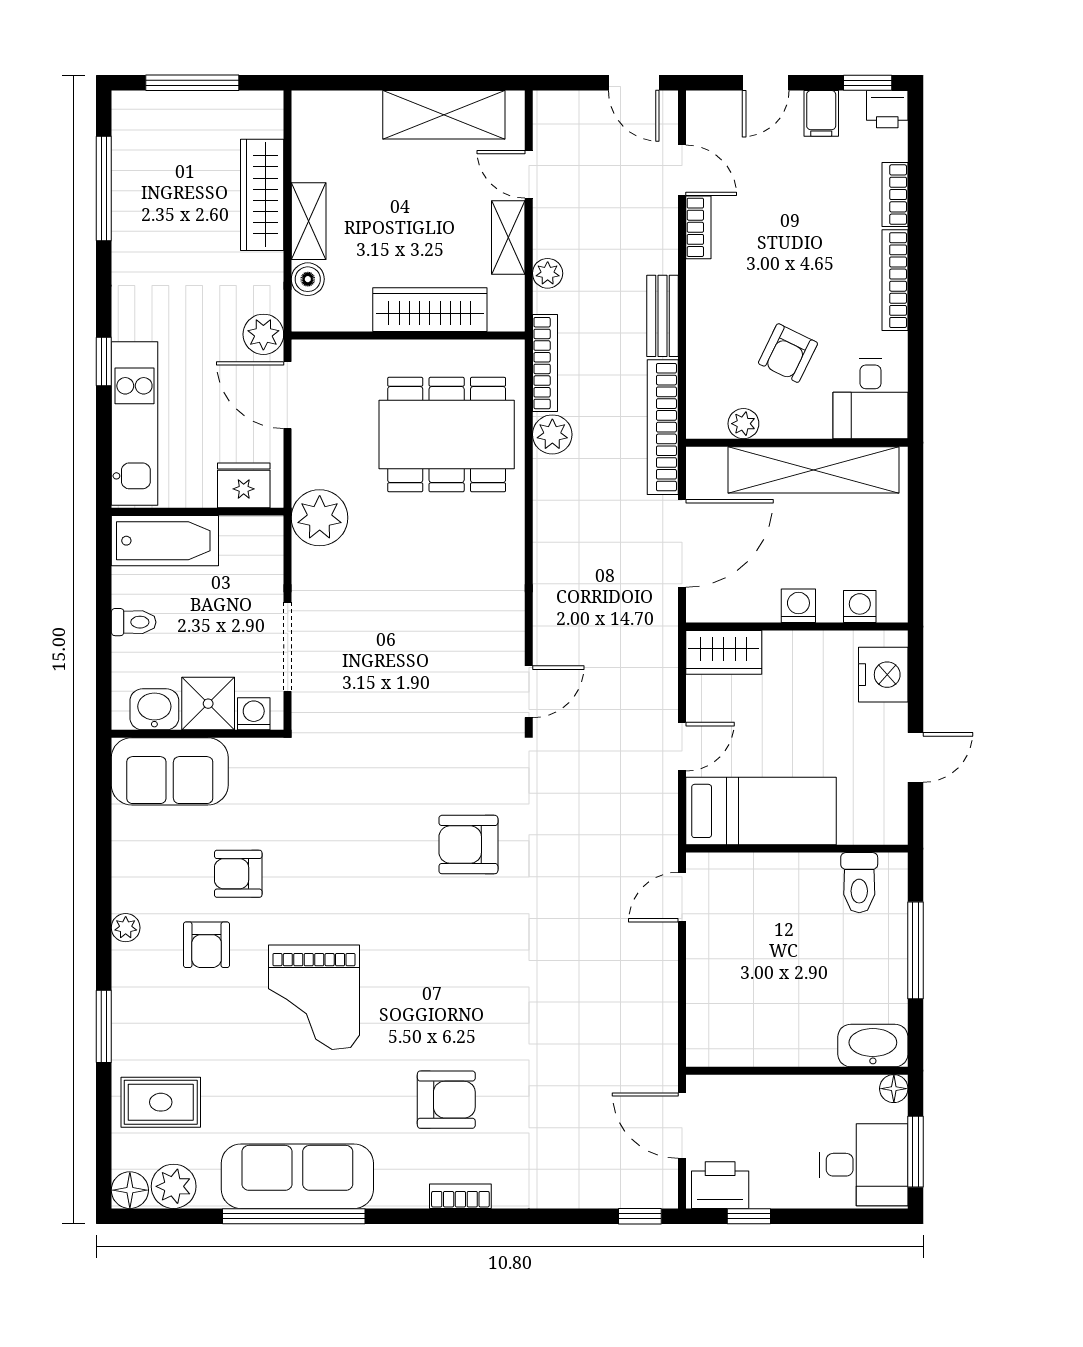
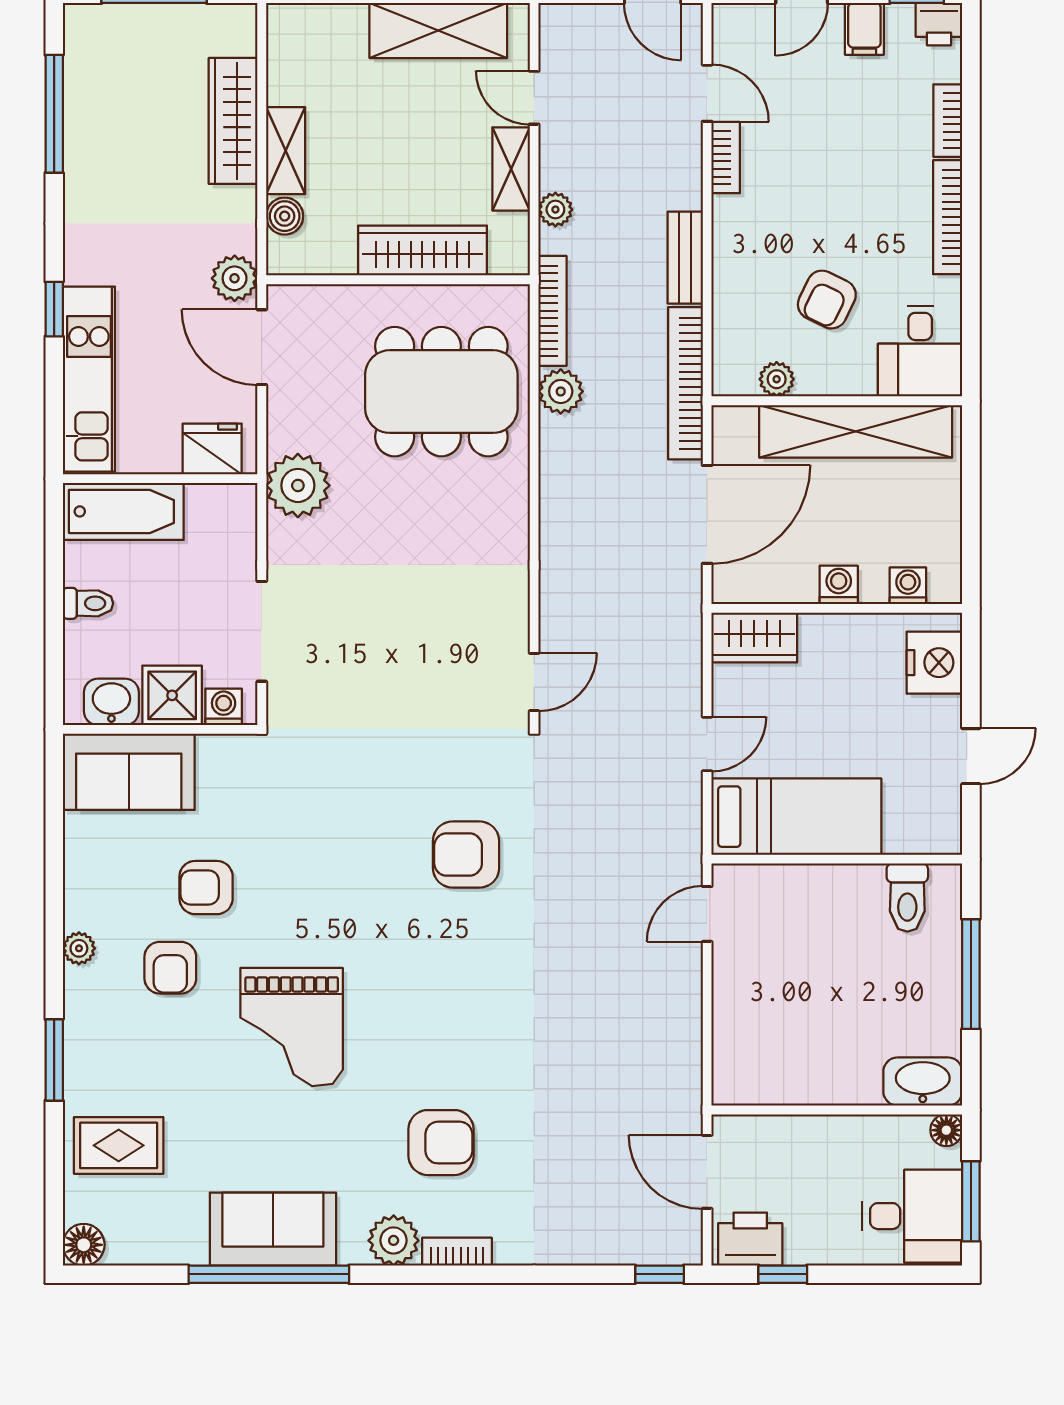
sofa: (297, 1176) -> (273, 1229), width x0.73
plant: (174, 1186) -> (394, 1240), moved

